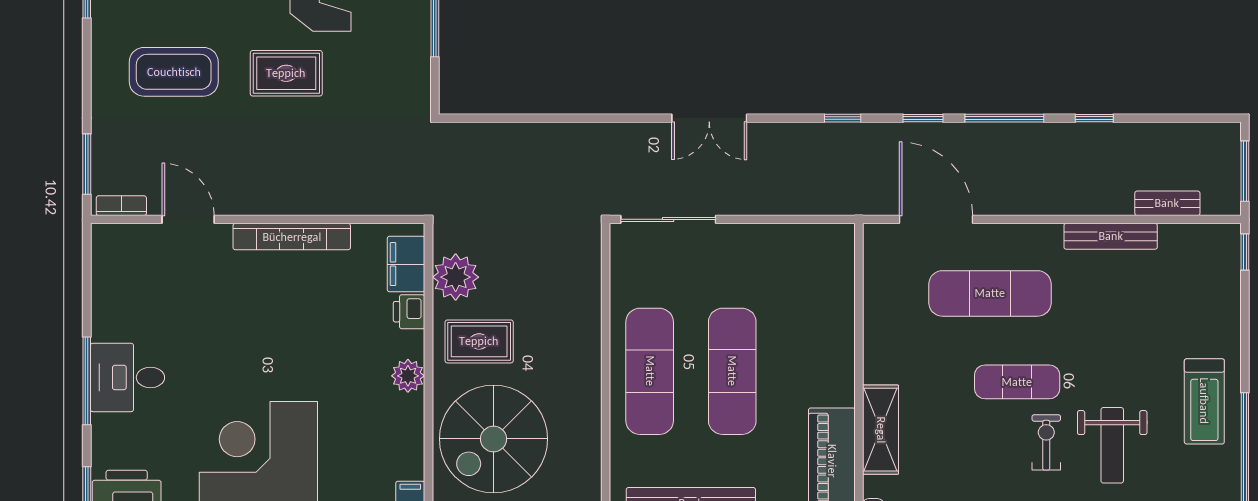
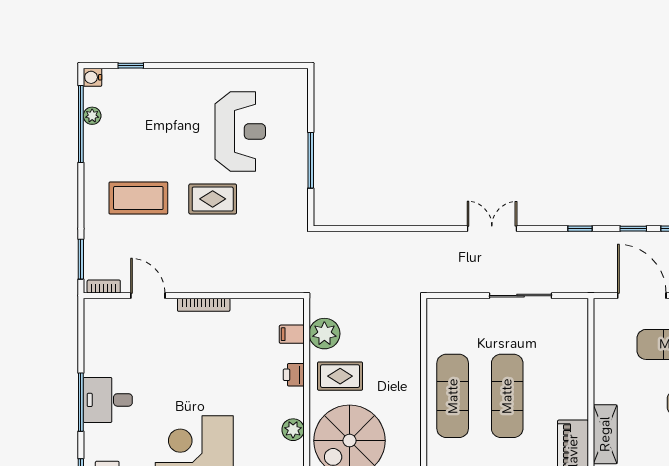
double door: (709, 118) -> (492, 229), swing flipped
sliding door: (668, 219) -> (520, 296), moved
bookcase: (292, 237) -> (204, 305), width x0.68, depth x0.76
filing cabinet: (406, 264) -> (292, 334), width x0.50
printer: (409, 312) -> (294, 375), moved
plant: (408, 376) -> (293, 430), moved

